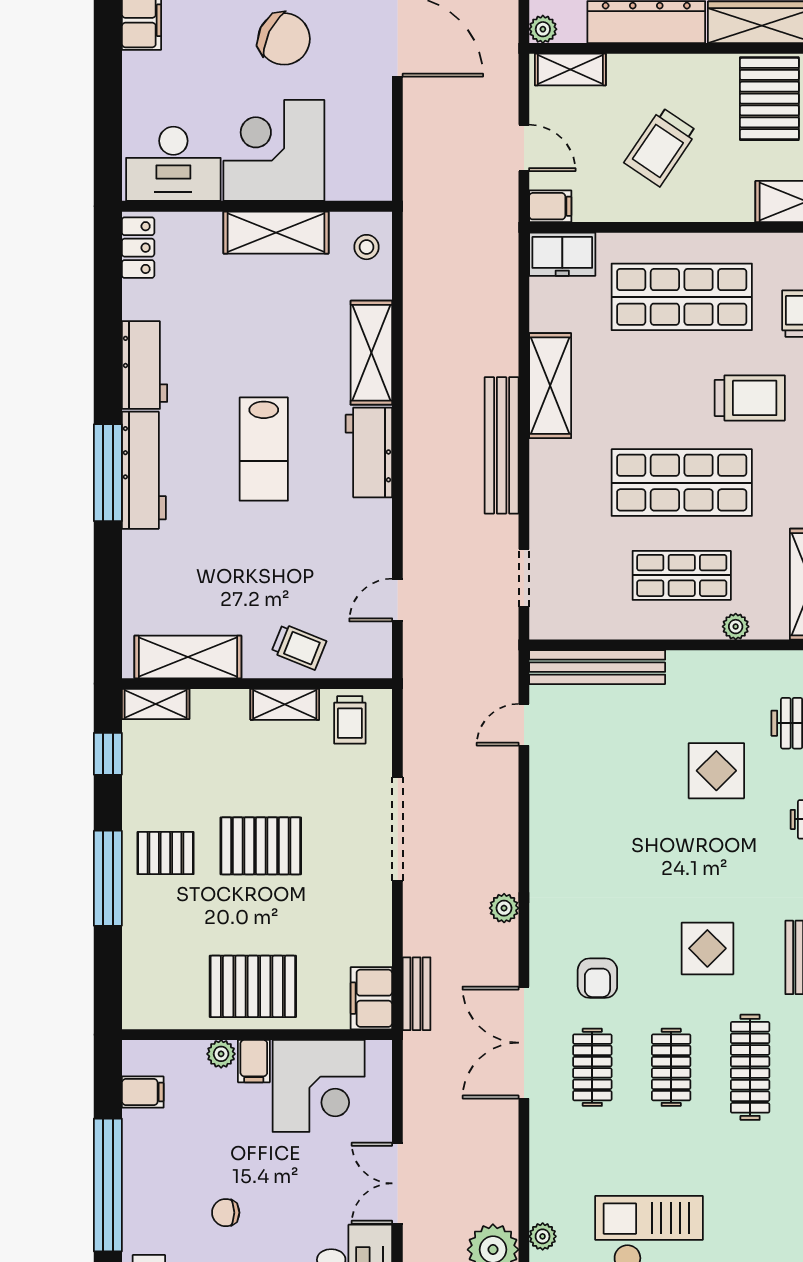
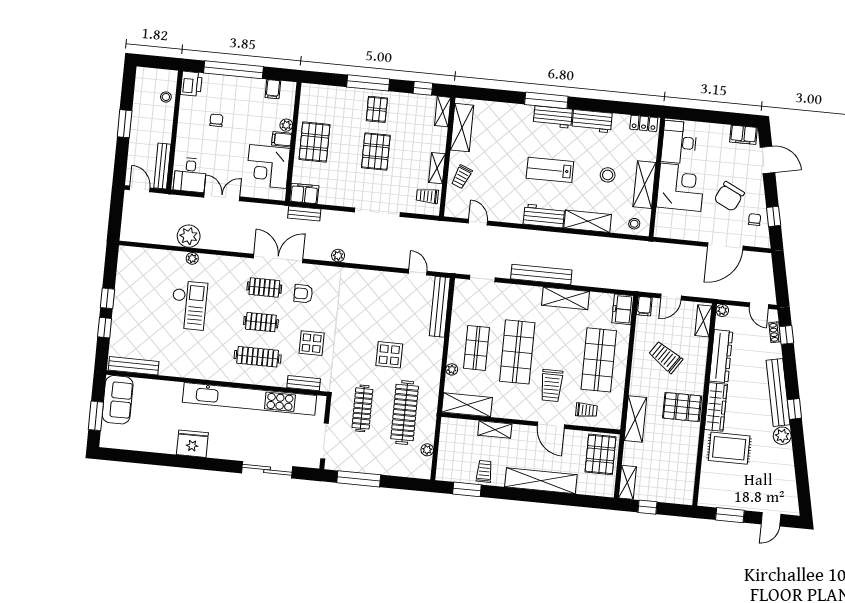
stool: (262, 318) -> (608, 175), added
workbench: (144, 470) -> (553, 117), width x0.73

